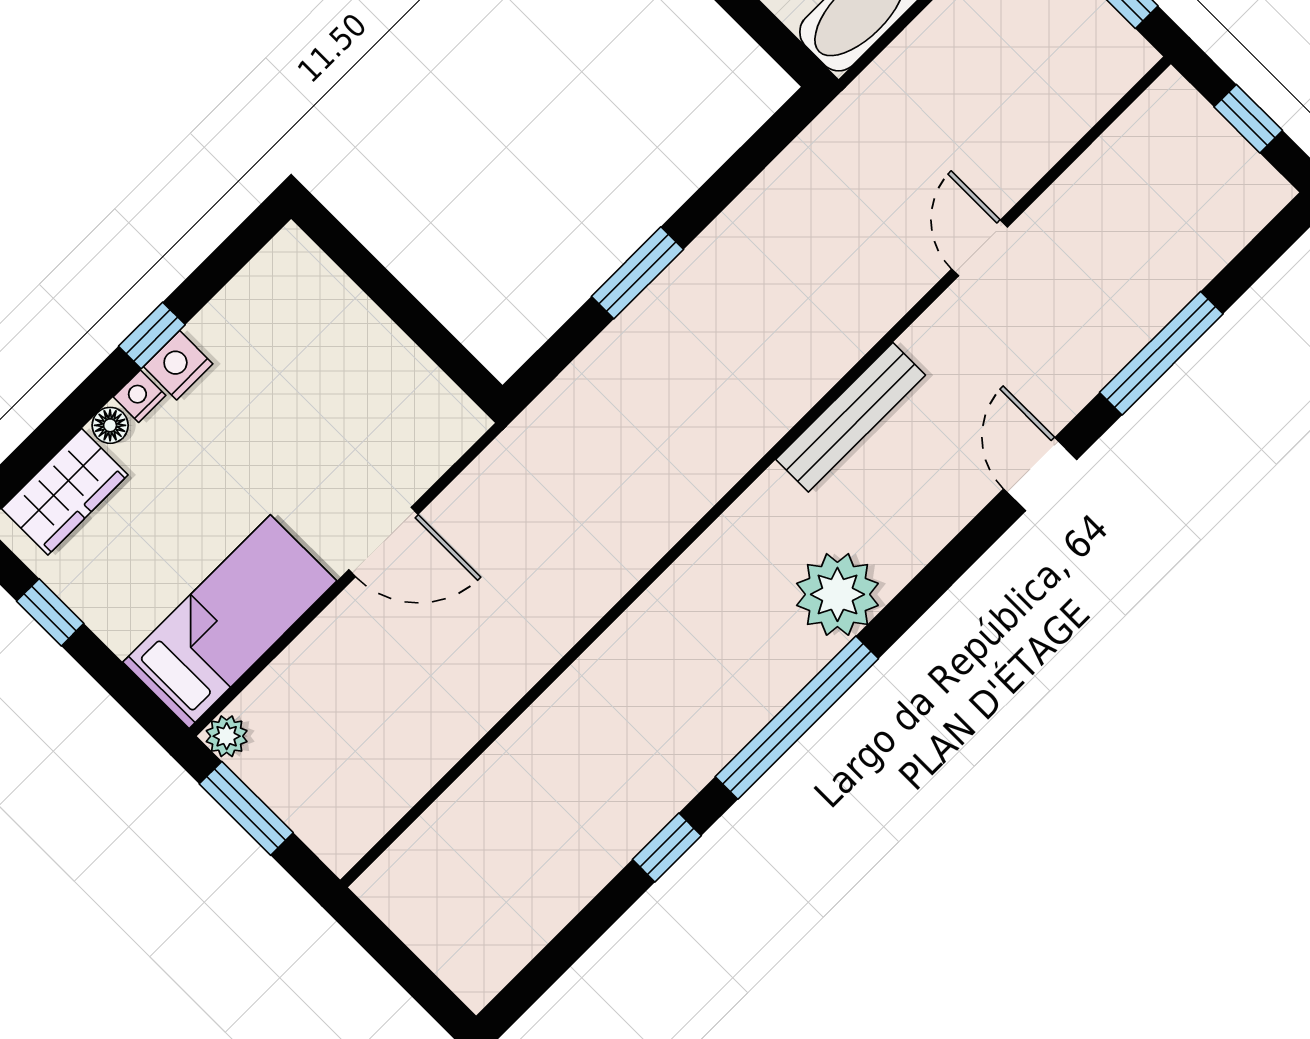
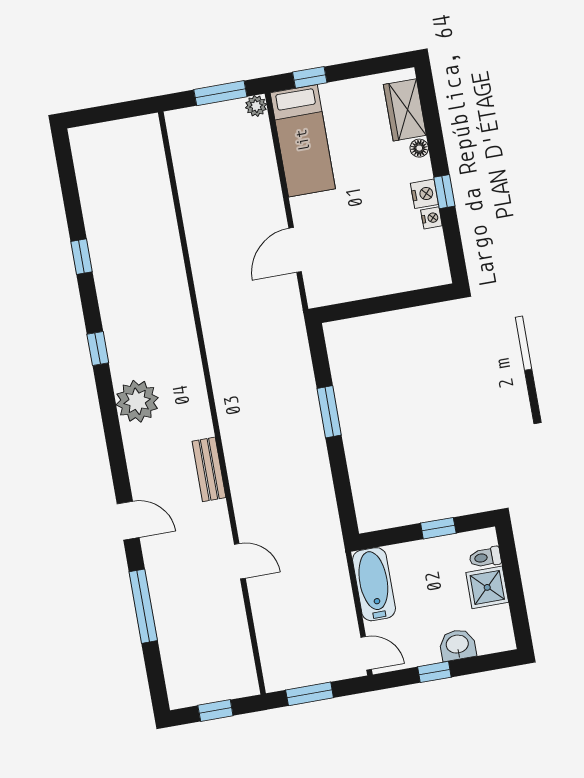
nightstand: (140, 396) -> (431, 218), moved
bench: (851, 417) -> (209, 469), width x0.73
door: (383, 542) -> (295, 250), moved
window: (50, 612) -> (310, 77), moved
window: (797, 718) -> (98, 348), width x0.32

